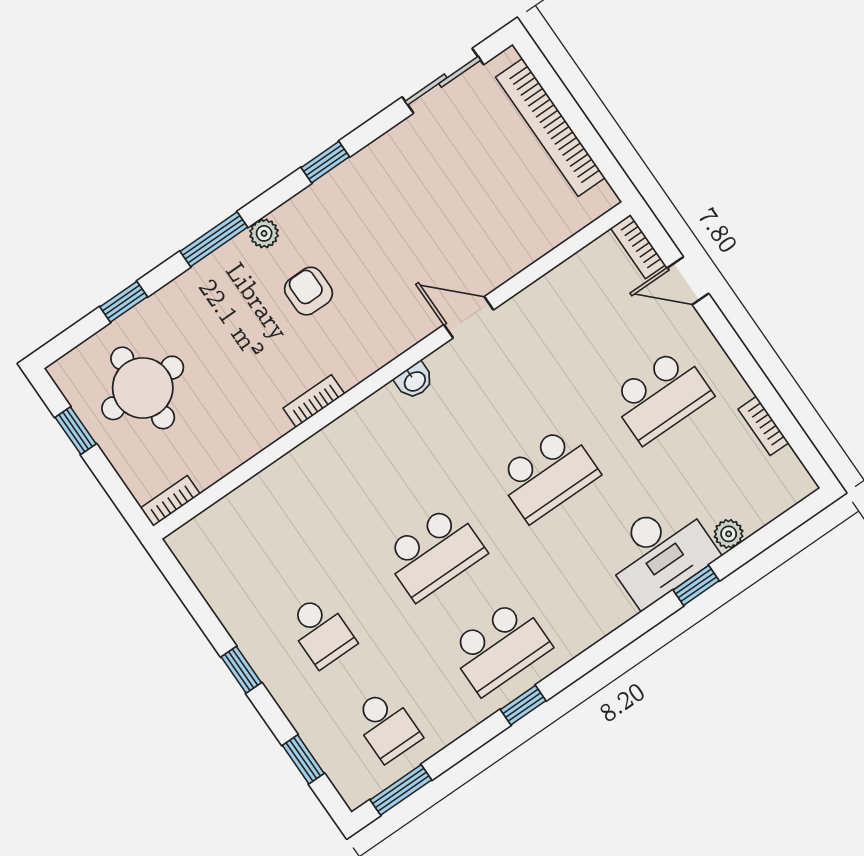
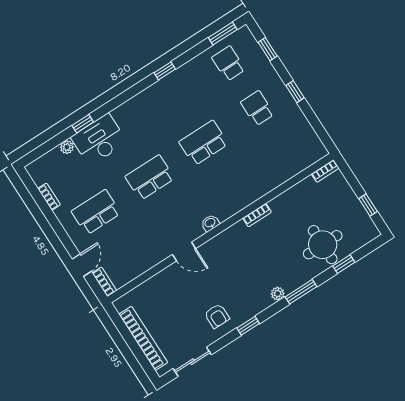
door: (688, 281) -> (82, 265), hinge flipped
armchair: (309, 291) -> (217, 316), moved
round table: (143, 388) -> (323, 245), moved
school desk: (500, 647) -> (175, 98), removed

